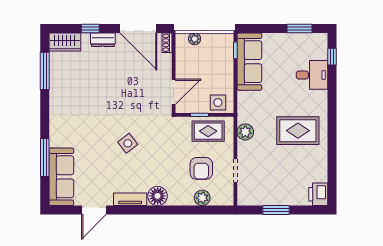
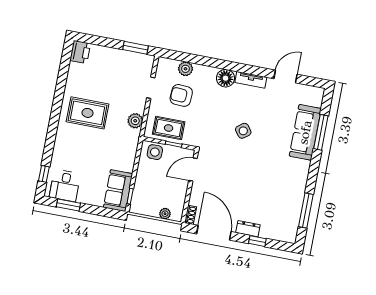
wardrobe: (65, 42) -> (283, 233), removed
sofa: (249, 62) -> (118, 191), width x0.73
desk: (312, 75) -> (65, 186), moved, turned -90
armchair: (201, 168) -> (181, 95), turned -87
sofa: (61, 177) -> (305, 132), moved
window: (276, 210) -> (135, 48), moved

